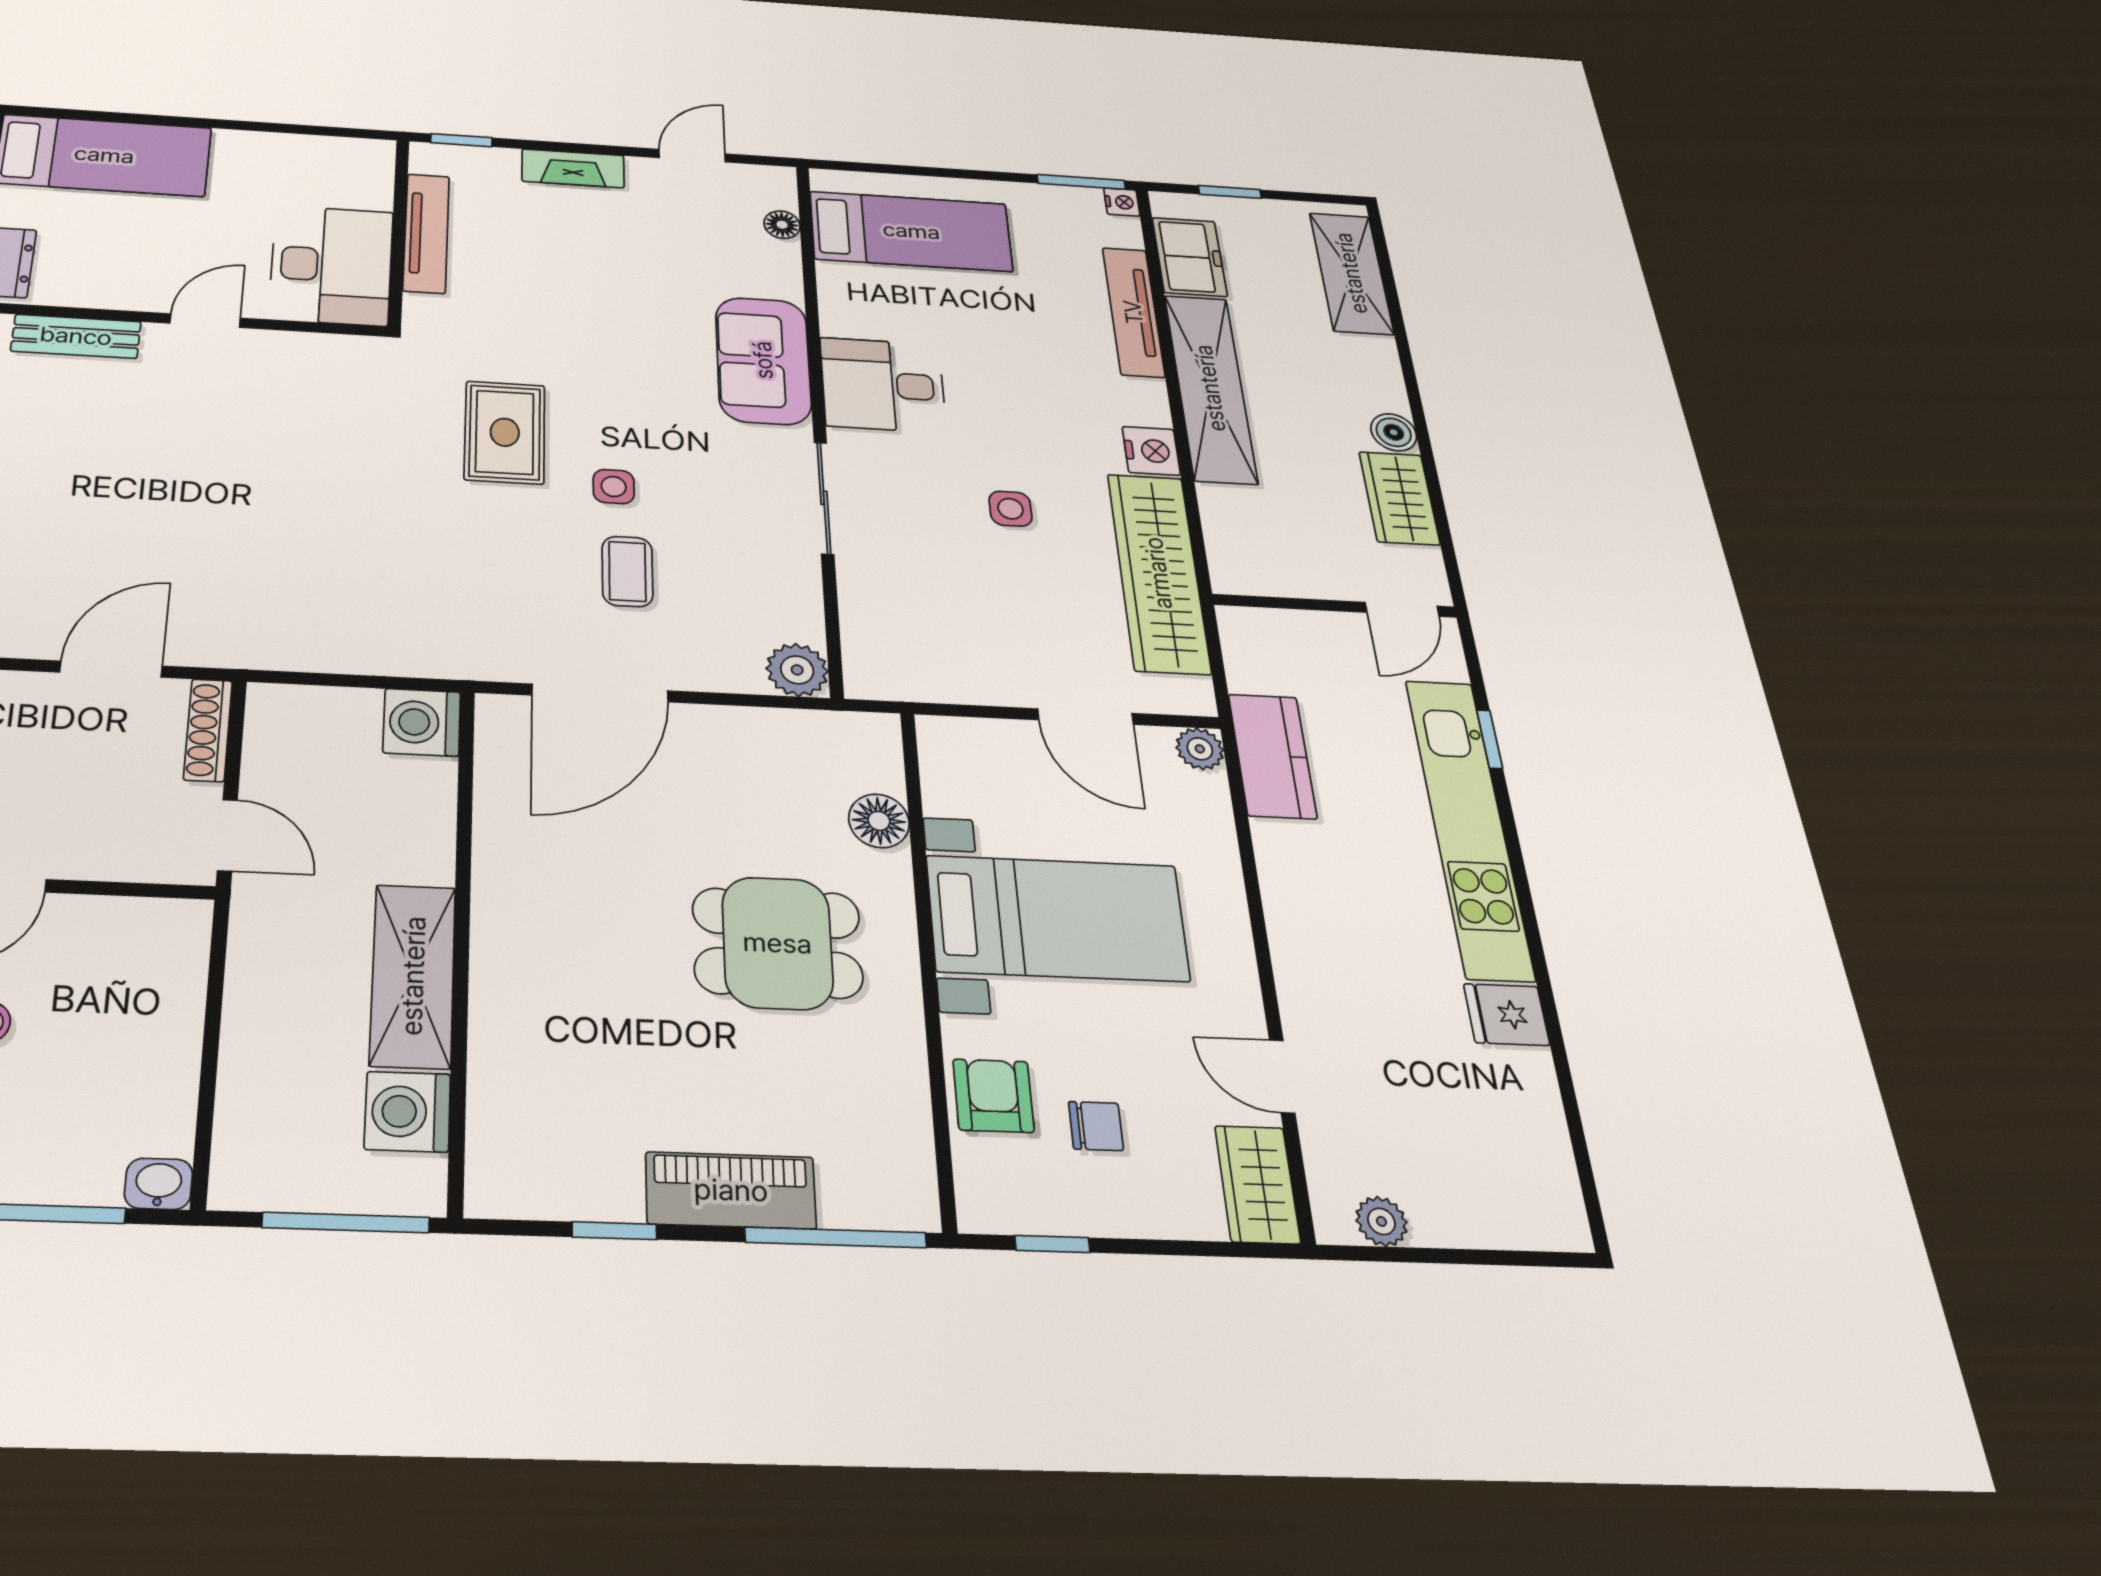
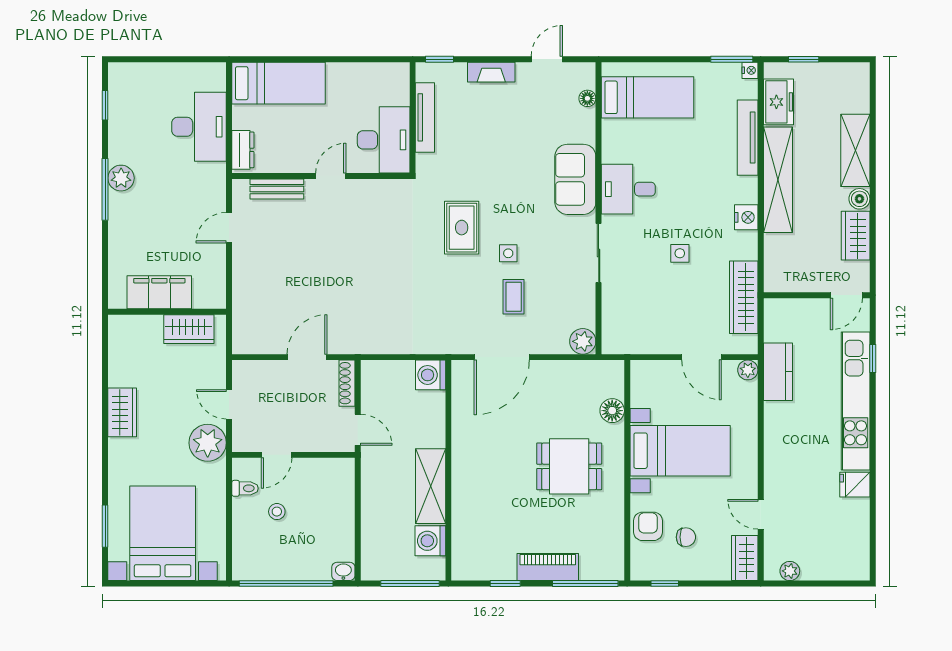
shelving: (1351, 273) -> (855, 150), moved
wardrobe: (1158, 573) -> (744, 297), width x0.71, depth x0.85

